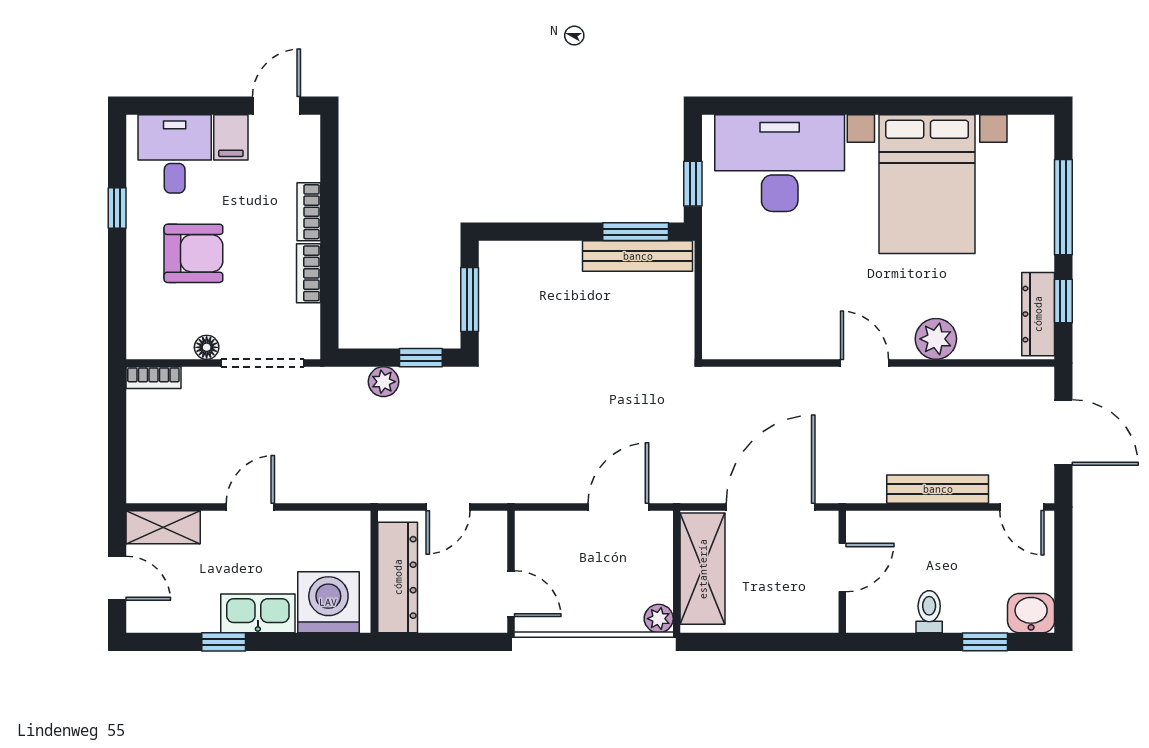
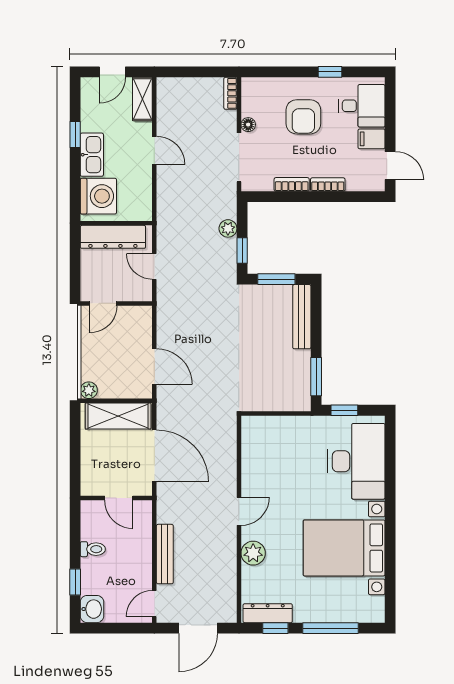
bench: (638, 256) -> (302, 317), moved

